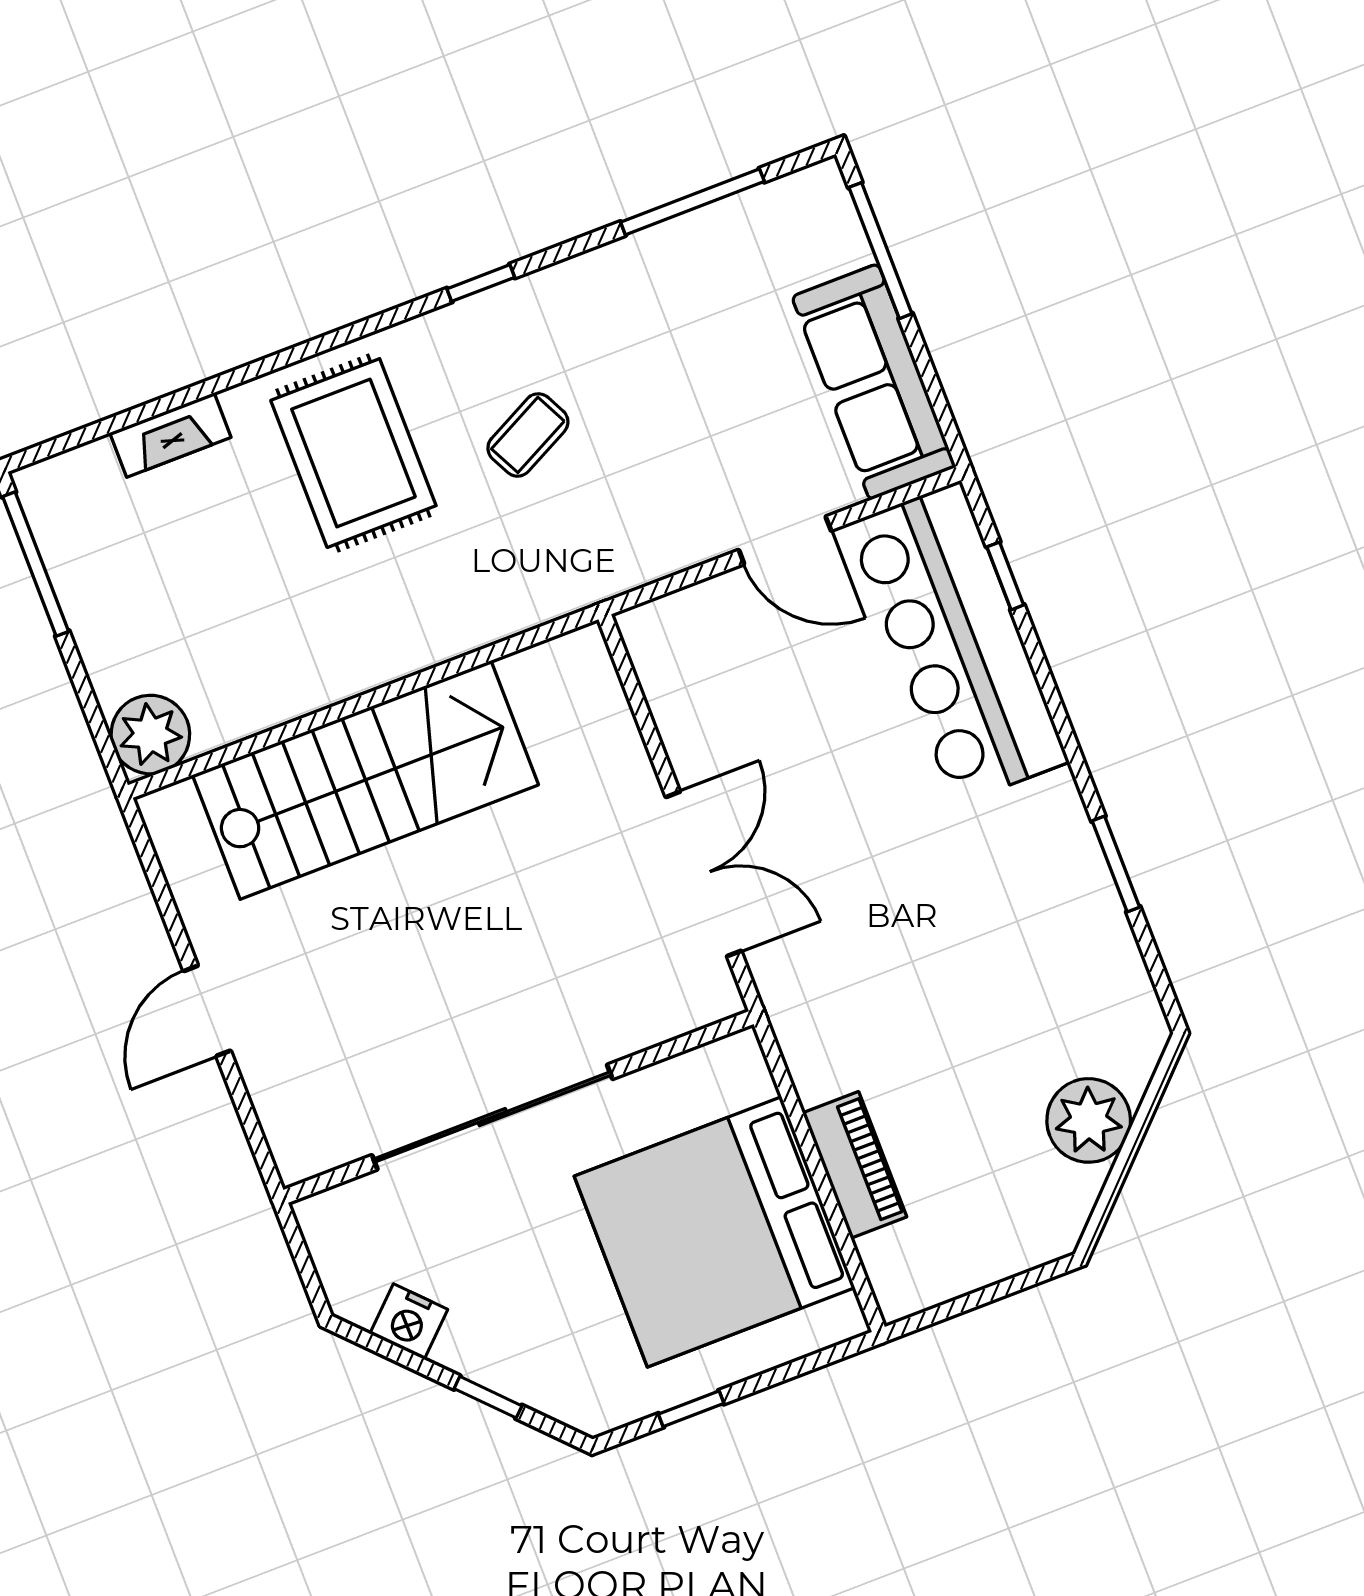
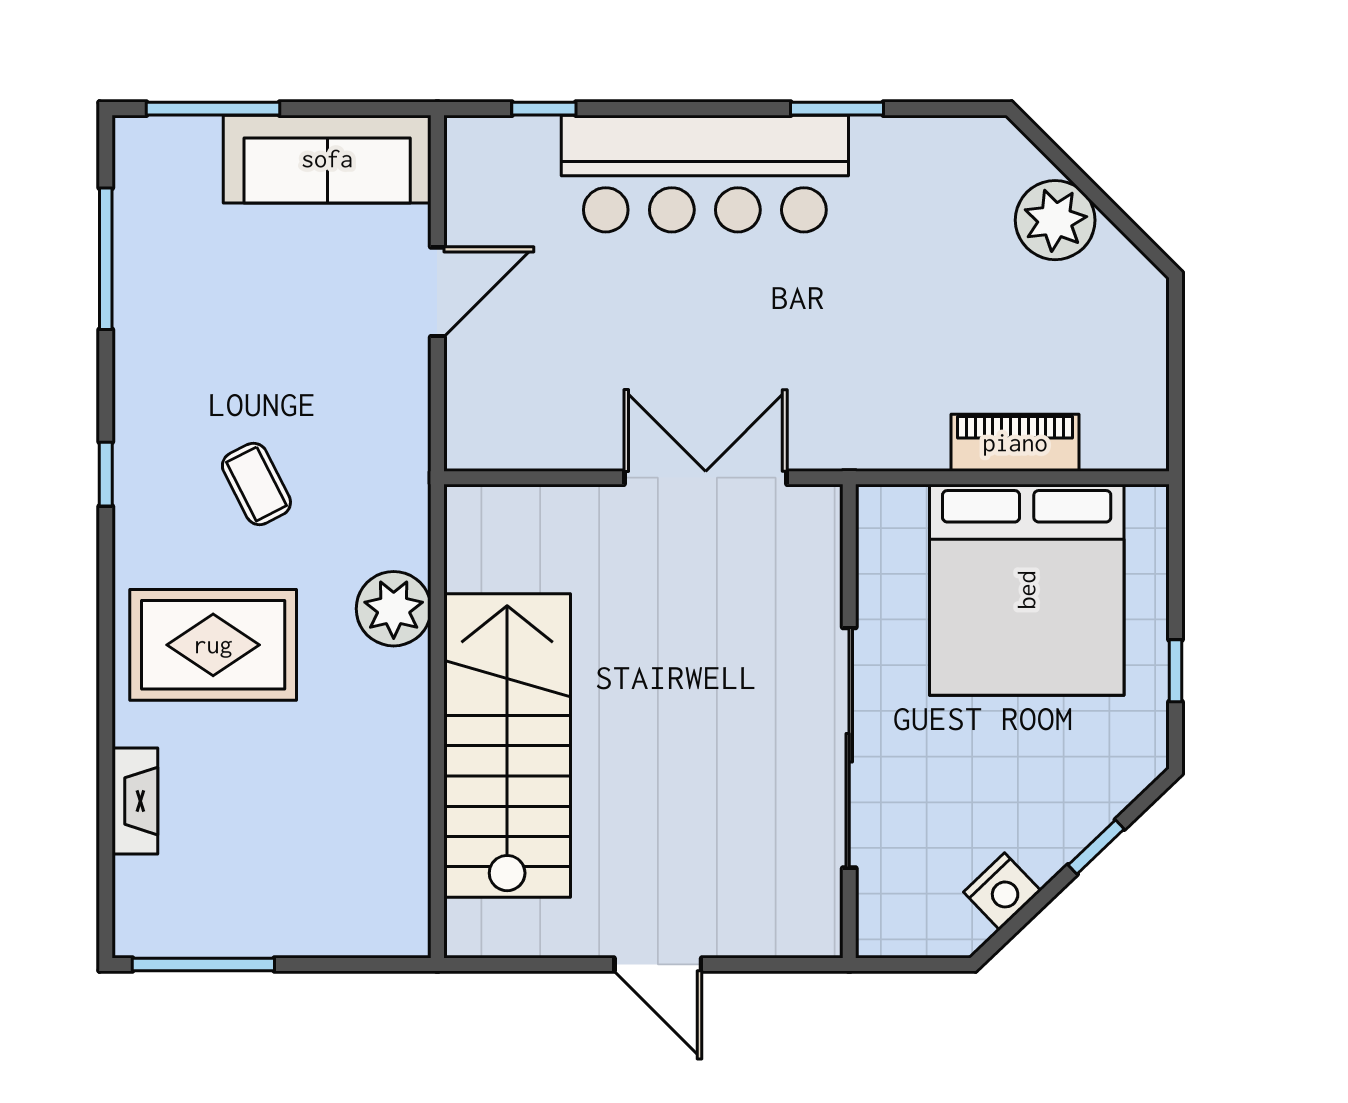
bar counter: (958, 643) -> (705, 174), moved
plant: (150, 735) -> (394, 609), moved

